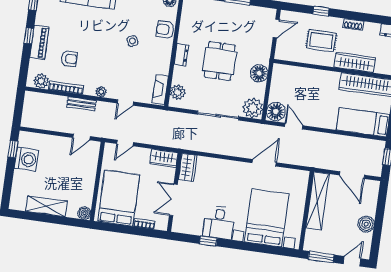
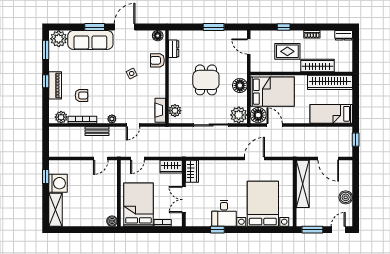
door: (276, 29) -> (249, 47), swing flipped
dresser: (181, 55) -> (174, 49), moved
bed: (297, 86) -> (272, 92), added
shelving: (46, 206) -> (56, 210), moved, turned 90

